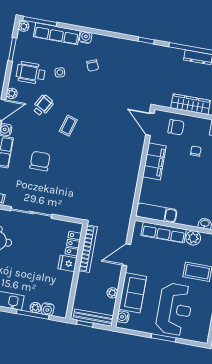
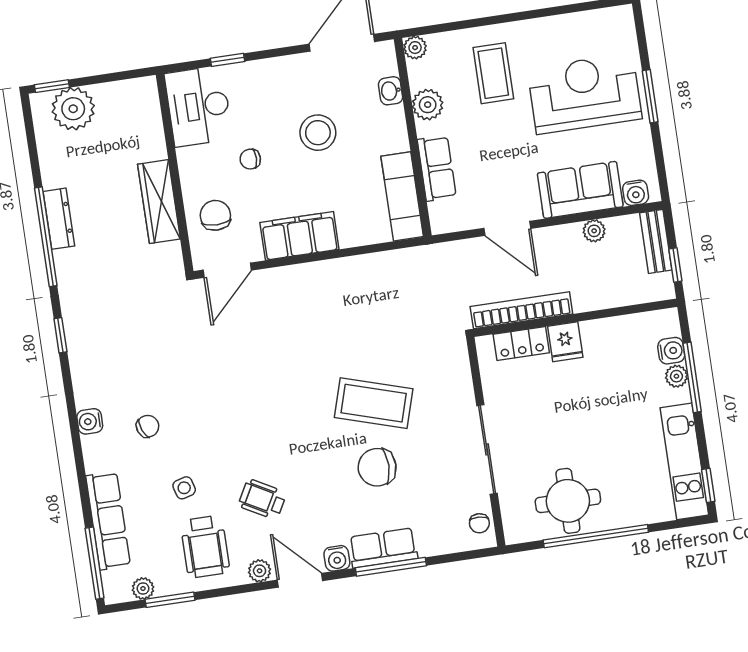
plant: (24, 26) -> (143, 589), moved
water cooler: (86, 37) -> (90, 421), moved
coffee table: (68, 126) -> (374, 403), moved, width x1.86, depth x1.72
stool: (197, 185) -> (318, 133), added
row of seats: (164, 232) -> (437, 168), width x0.68
bench: (93, 318) -> (656, 241), width x0.73

